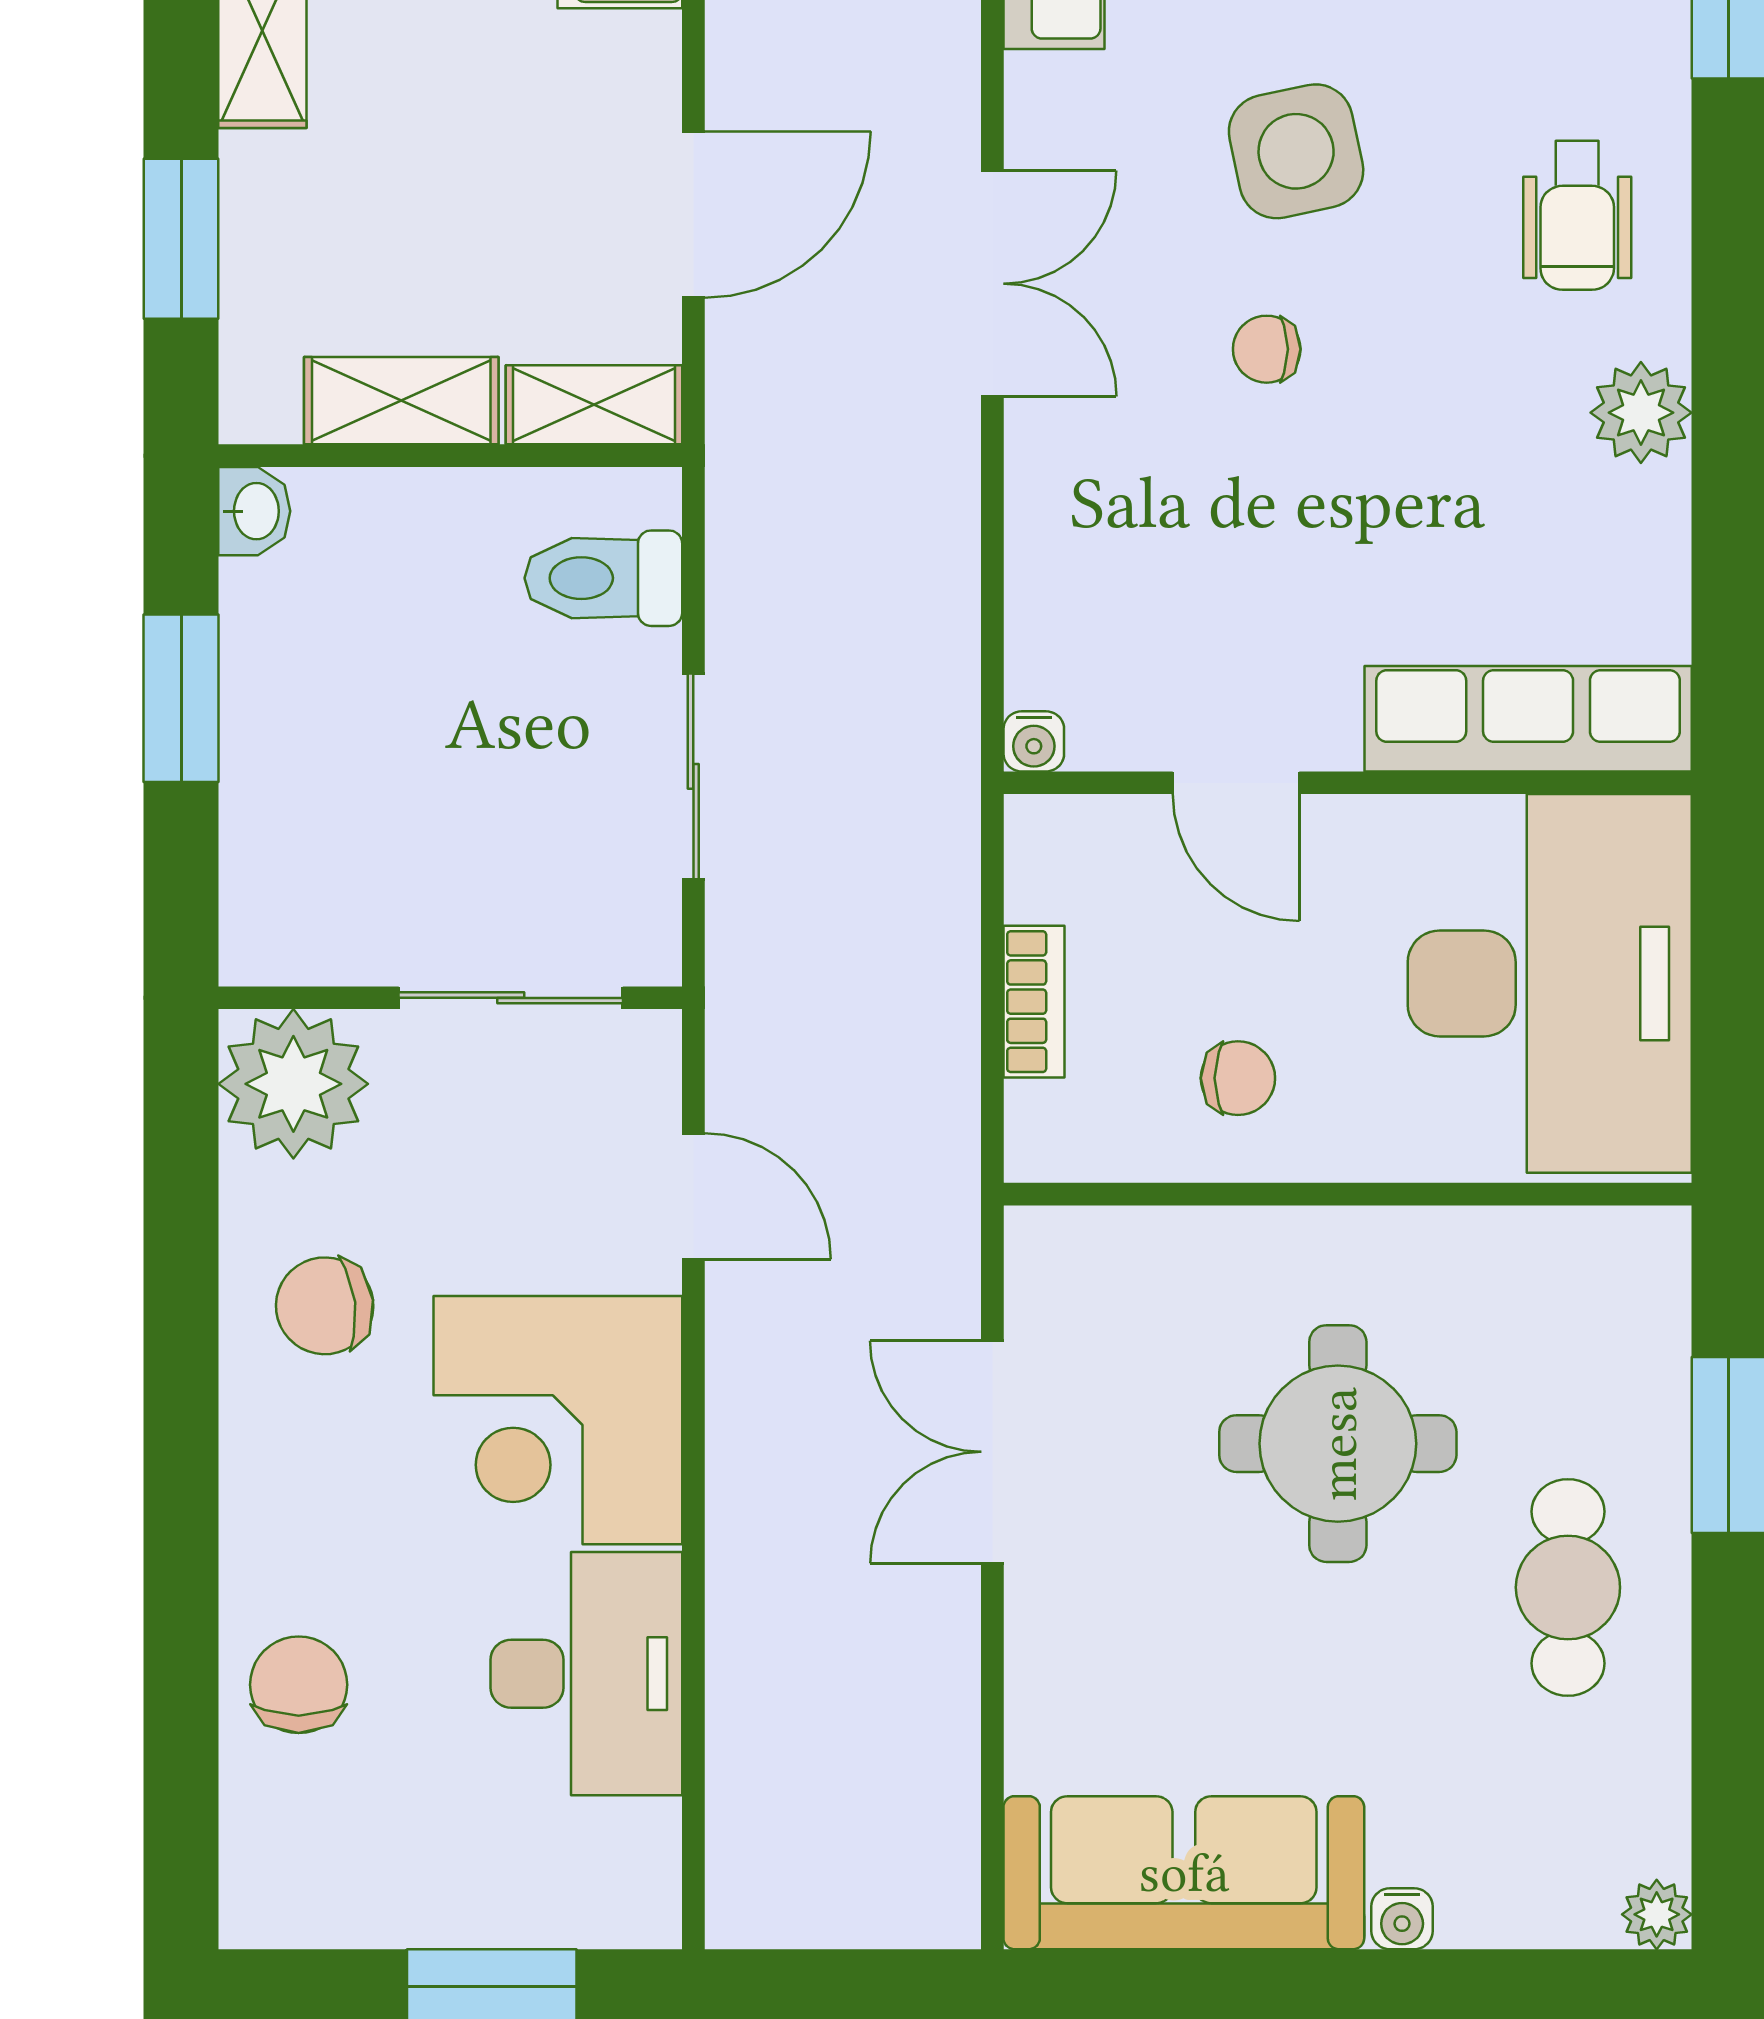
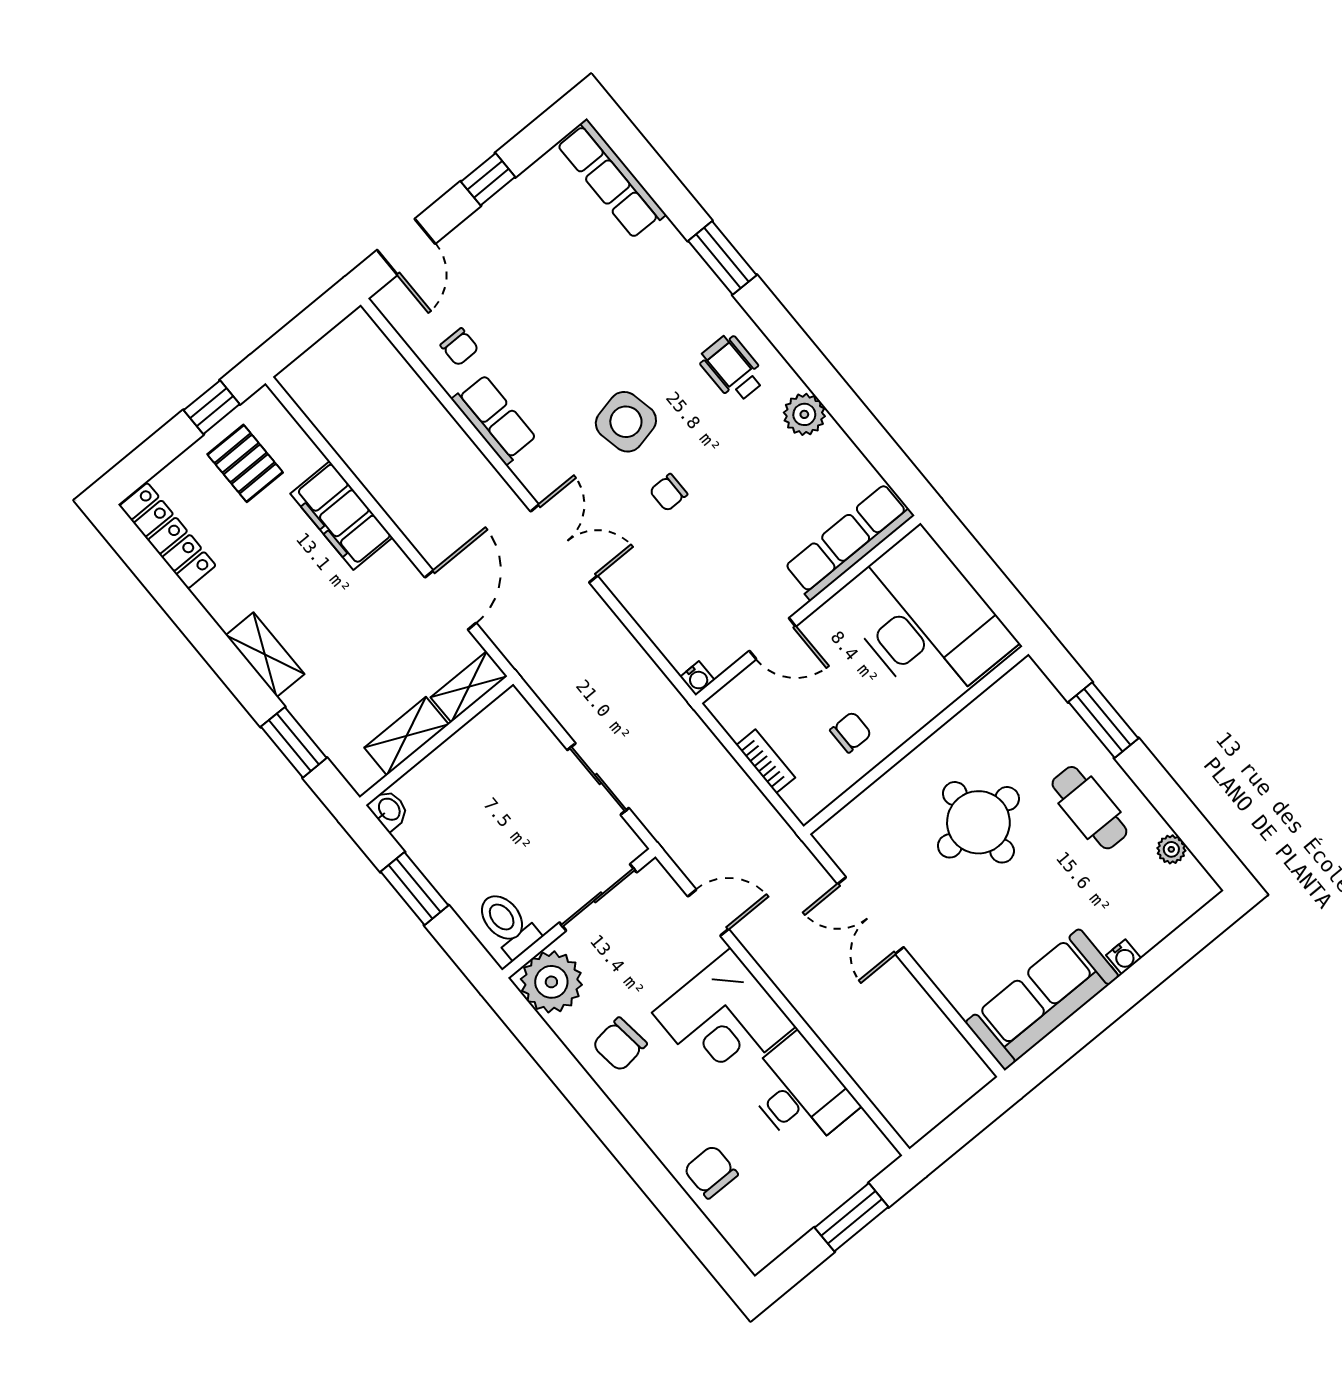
wheelchair: (1577, 215) -> (732, 368), turned 180
toilet: (603, 578) -> (507, 924), moved, turned 90
plant: (1657, 1914) -> (1171, 849), moved

